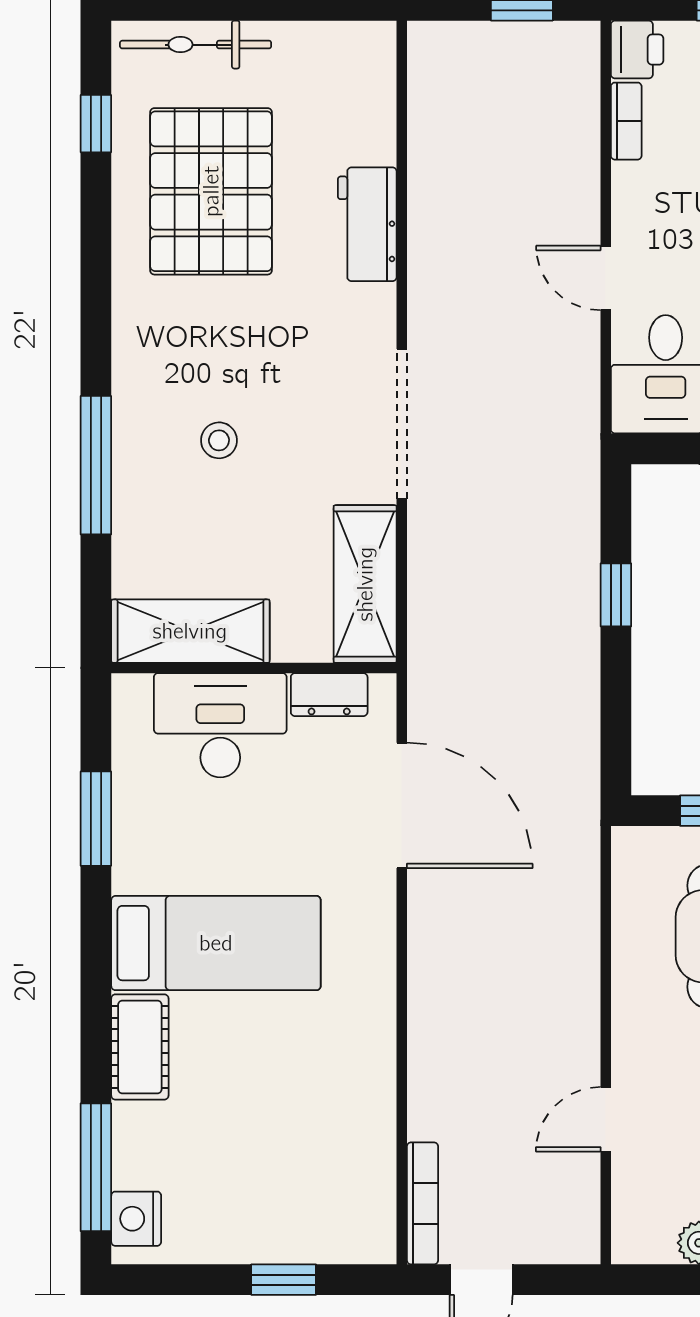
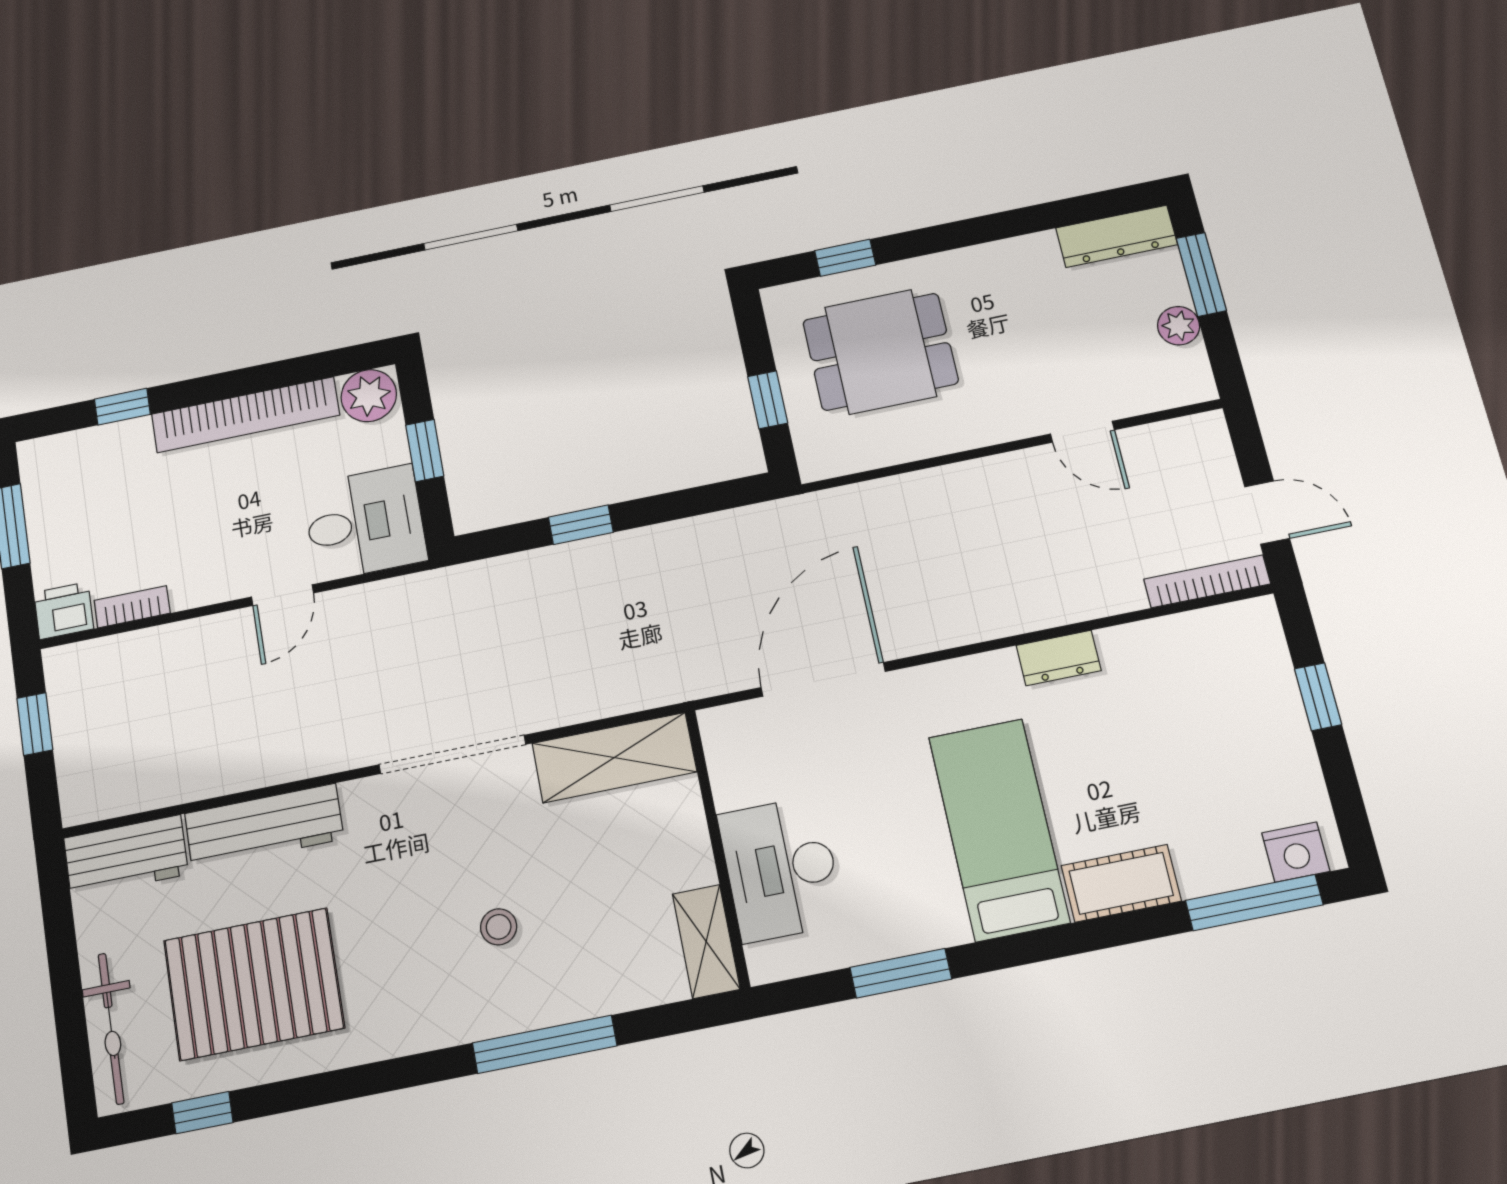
workbench: (365, 81) -> (126, 856), added
workbench: (367, 224) -> (264, 826), width x1.38
shelving: (190, 631) -> (706, 941), width x0.67, depth x0.75
dresser: (329, 695) -> (1059, 658), moved, turned 90

